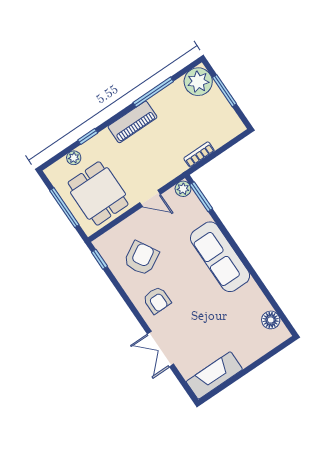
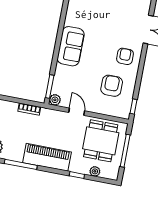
piano: (133, 122) -> (47, 157), width x1.37, depth x1.33
sofa: (220, 257) -> (71, 46), width x0.73
armchair: (141, 258) -> (112, 86), turned 120

